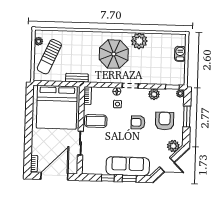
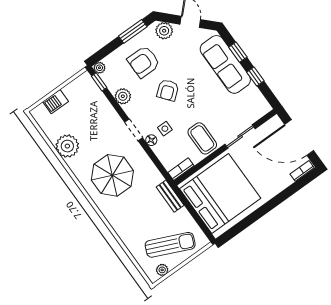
plant: (139, 41) -> (67, 146), moved
window: (187, 117) -> (133, 31), moved
armchair: (138, 122) -> (168, 90), turned 51

